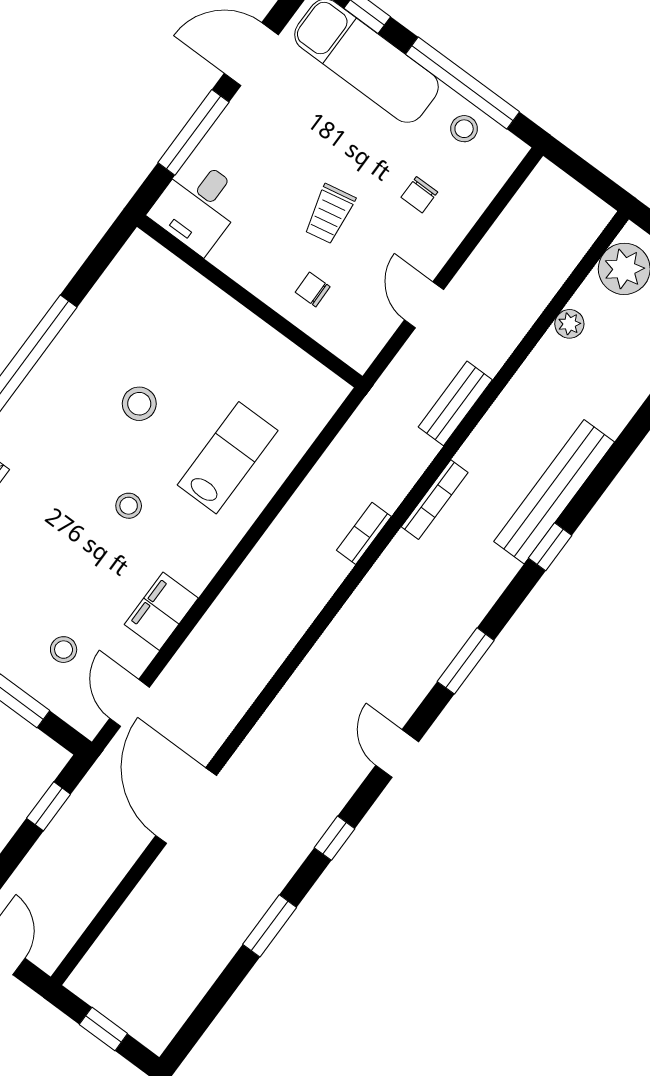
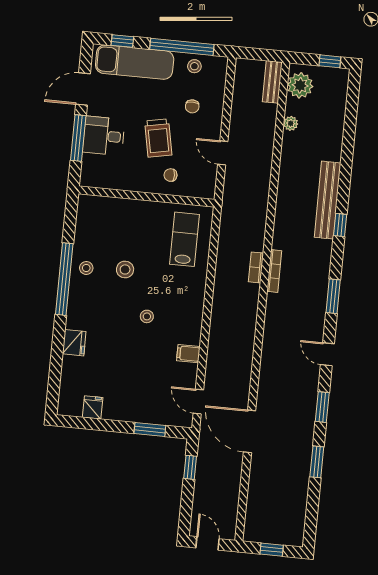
desk: (198, 205) -> (104, 136), moved, turned 90
trolley: (329, 214) -> (158, 138), width x1.36, depth x1.39
bench: (455, 403) -> (272, 82), moved
lab bench: (228, 458) -> (185, 239), moved
bookcase: (435, 500) -> (274, 271), moved
filing cabinet: (161, 611) -> (188, 354), width x0.50
stool: (64, 650) -> (86, 268), moved
window: (335, 838) -> (322, 407), width x1.50

